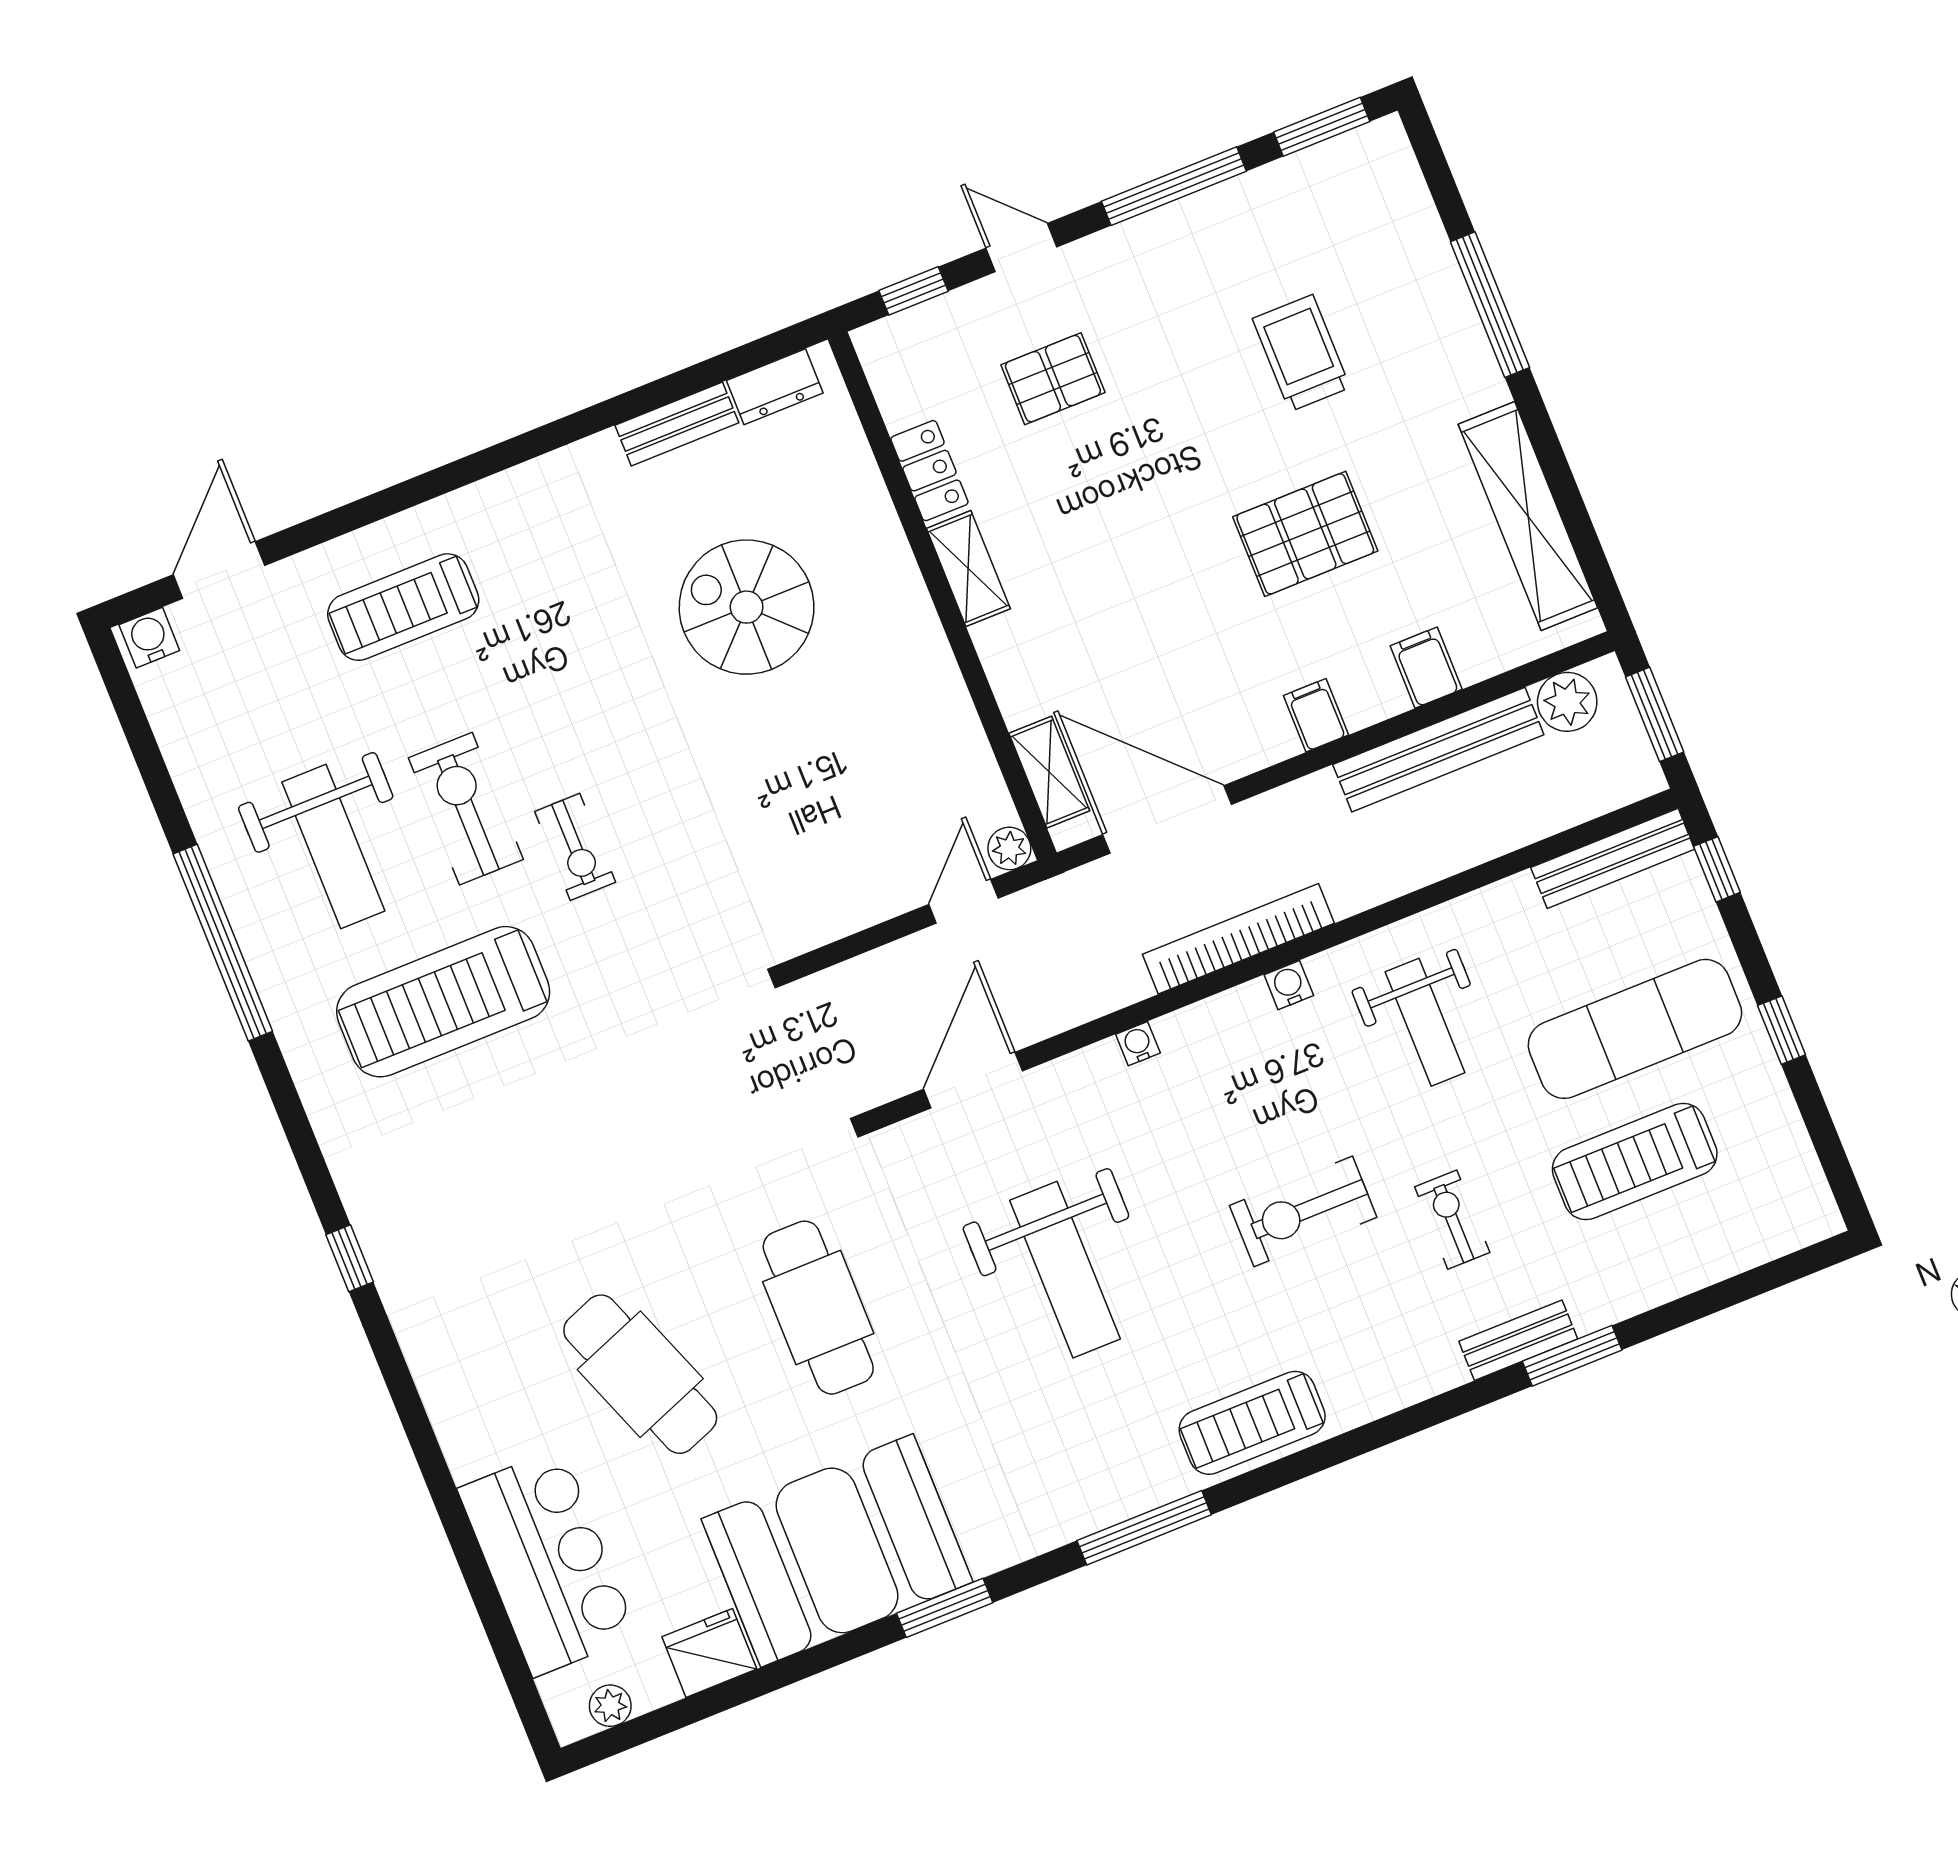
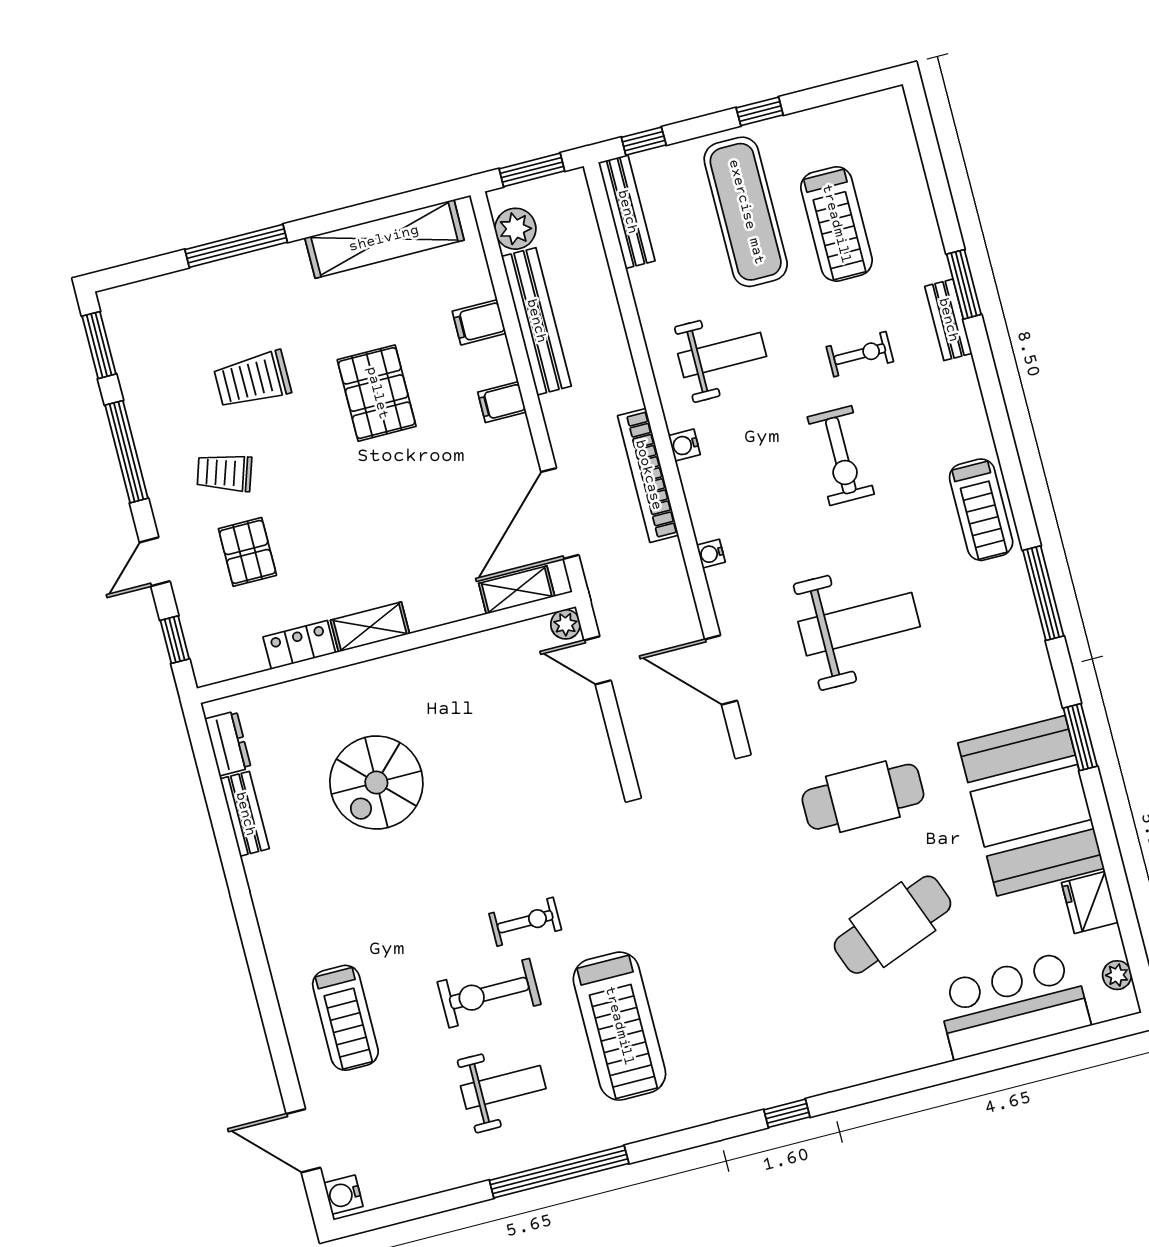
trolley: (1162, 331) -> (224, 473), added
weight bench: (333, 847) -> (503, 1087), width x0.73, depth x0.75
exercise bike: (1452, 1220) -> (860, 354), turned 180

